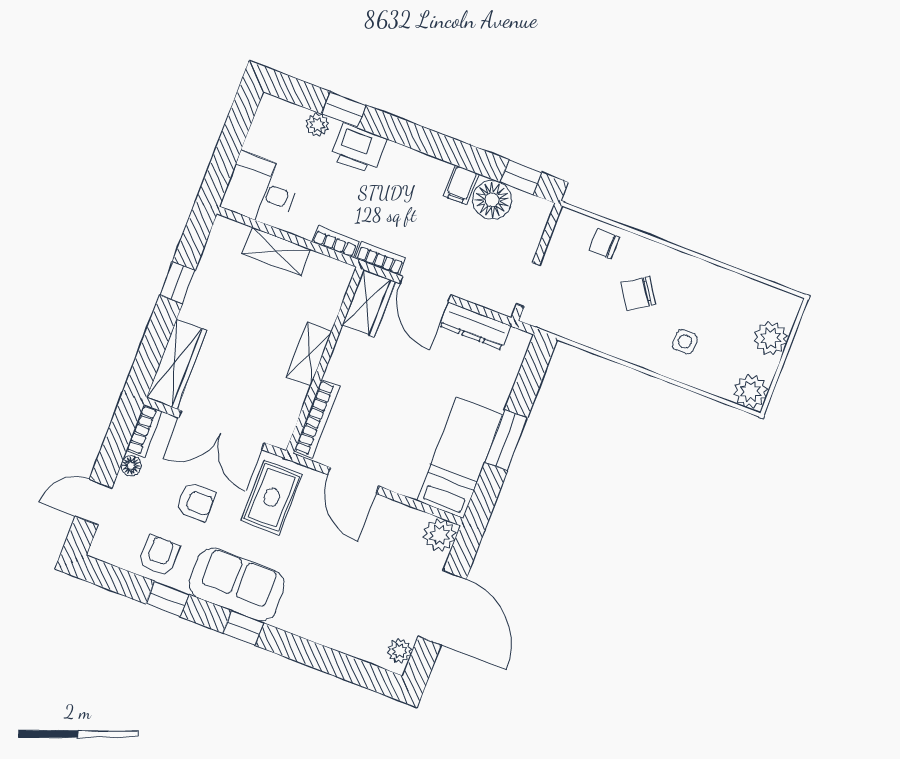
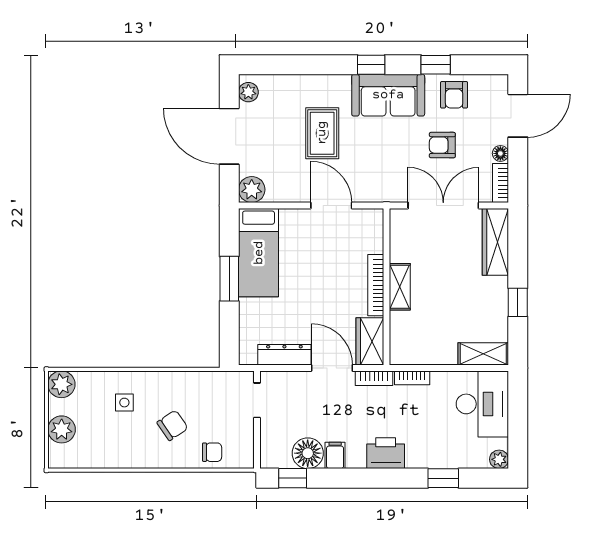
plant: (317, 125) -> (499, 459), moved
printer: (358, 149) -> (386, 453), moved
desk: (261, 190) -> (482, 404), width x1.37
shelving: (277, 251) -> (483, 354), moved
bookcase: (317, 419) -> (376, 285), moved
rug: (272, 497) -> (322, 133), moved
door: (94, 502) -> (518, 116), width x1.38

